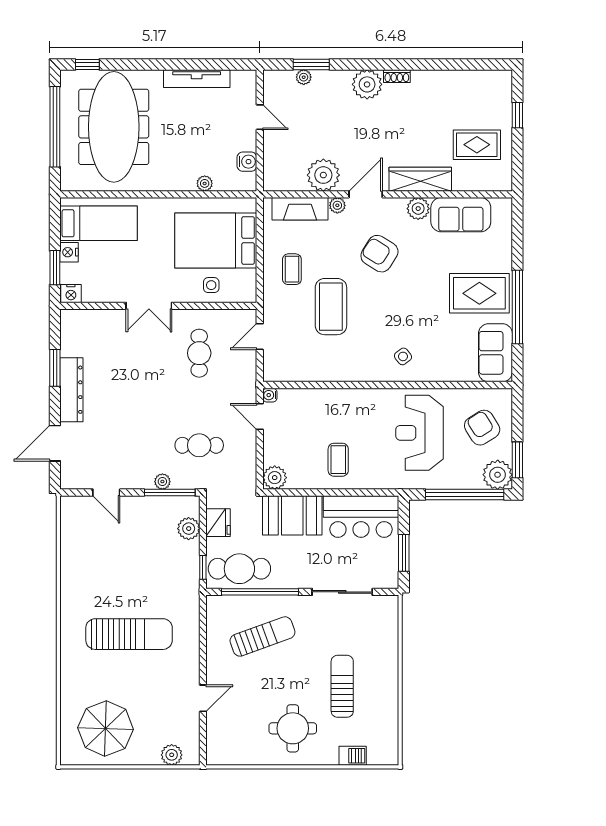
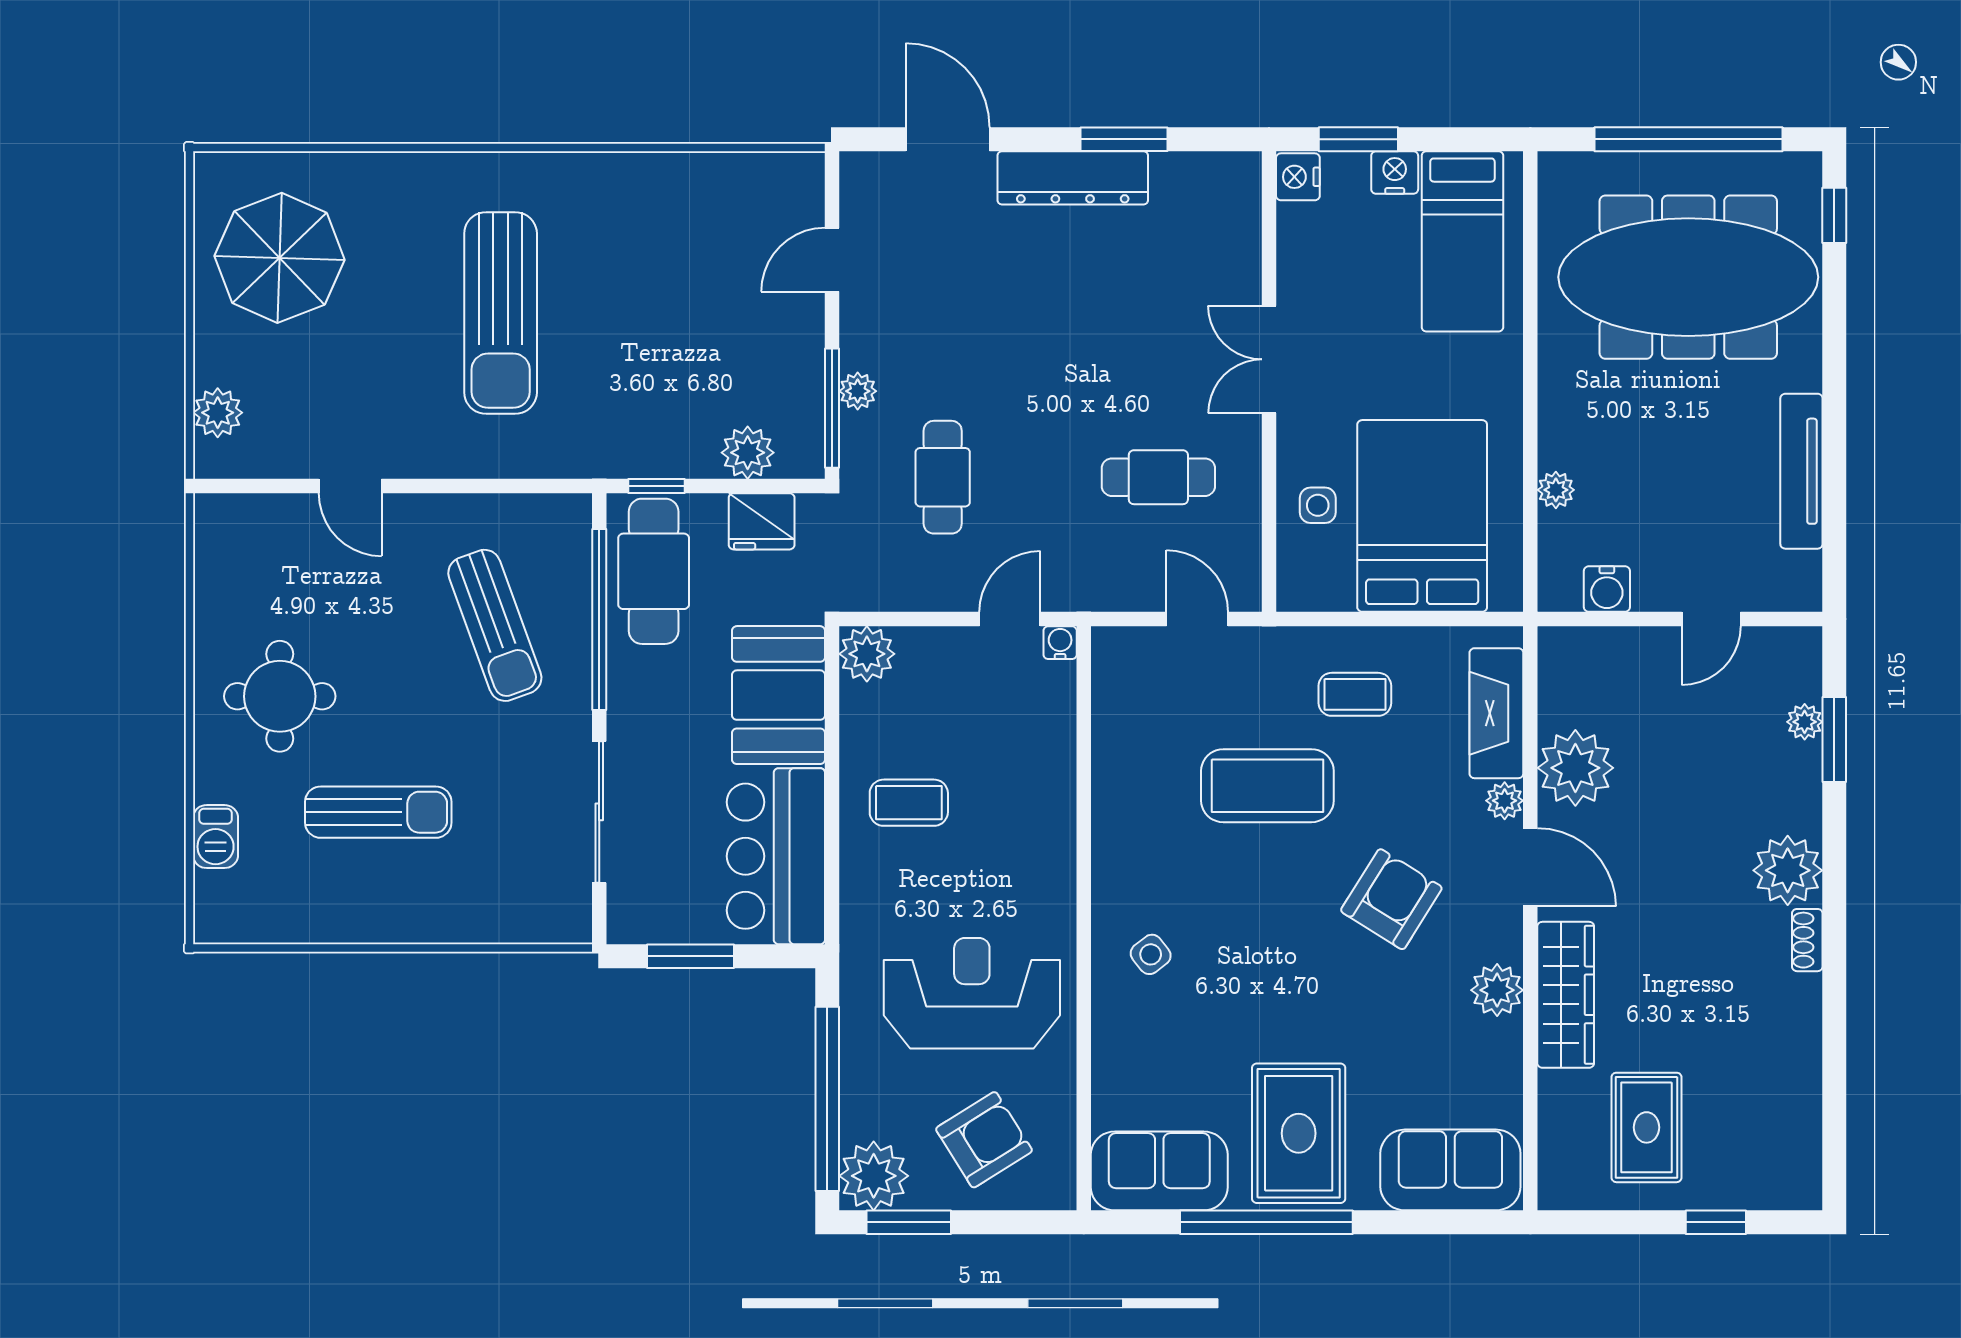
sofa: (461, 215) -> (1450, 1170), moved, turned 90

